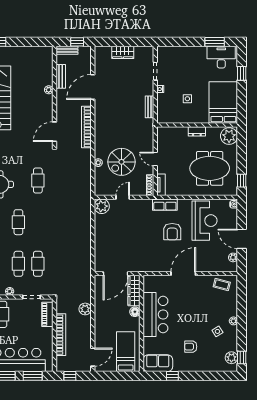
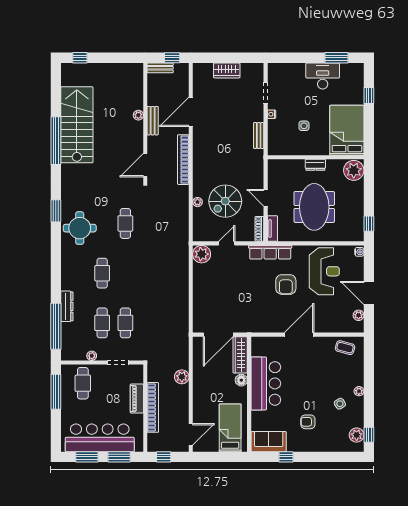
desk: (221, 57) -> (323, 76), moved
bench: (61, 76) -> (153, 121), moved
meeting table: (210, 168) -> (314, 207), moved, turned 90
row of seats: (165, 205) -> (270, 252), width x1.48
piano: (47, 314) -> (137, 399), moved

